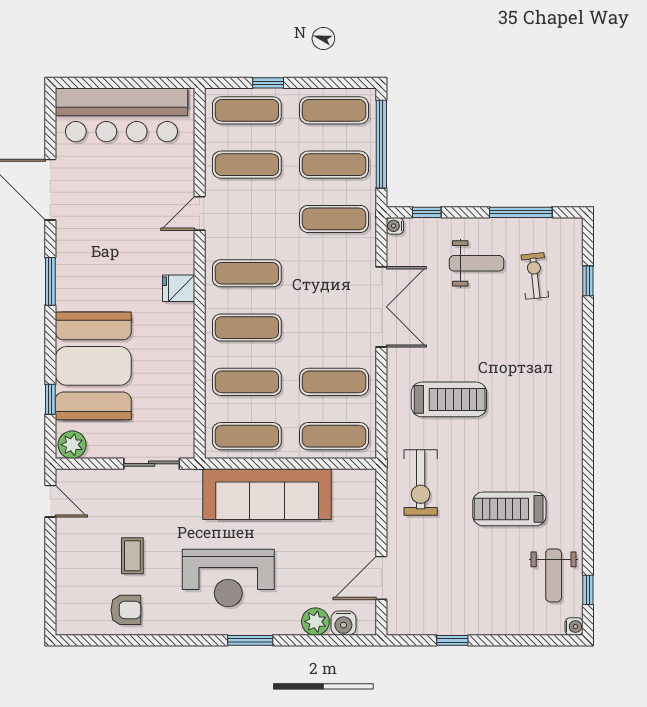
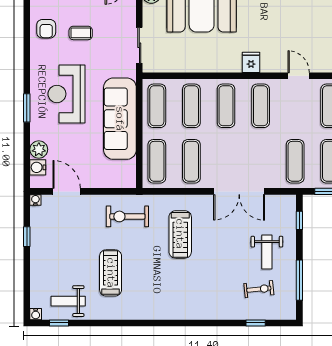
water cooler: (395, 226) -> (35, 200), moved

